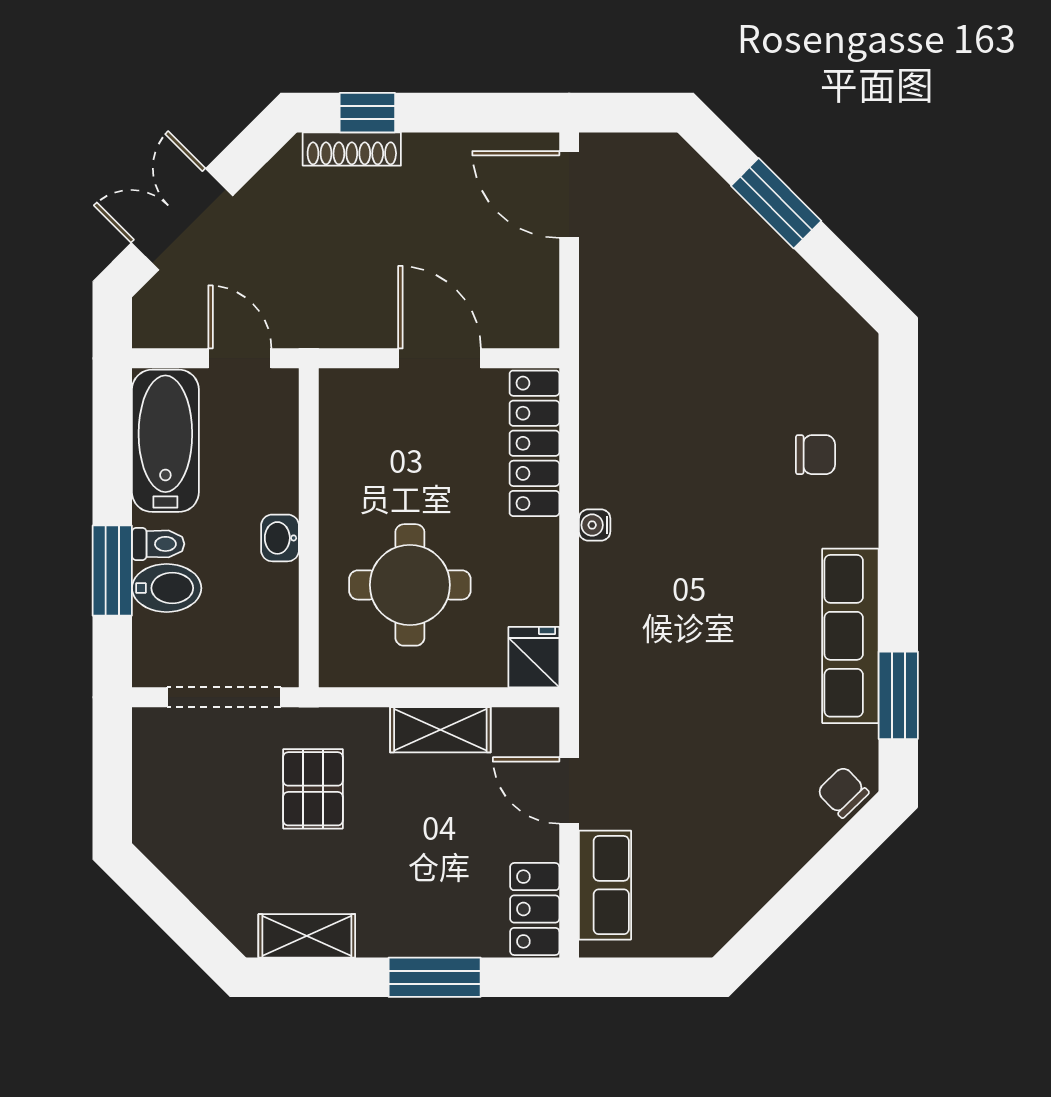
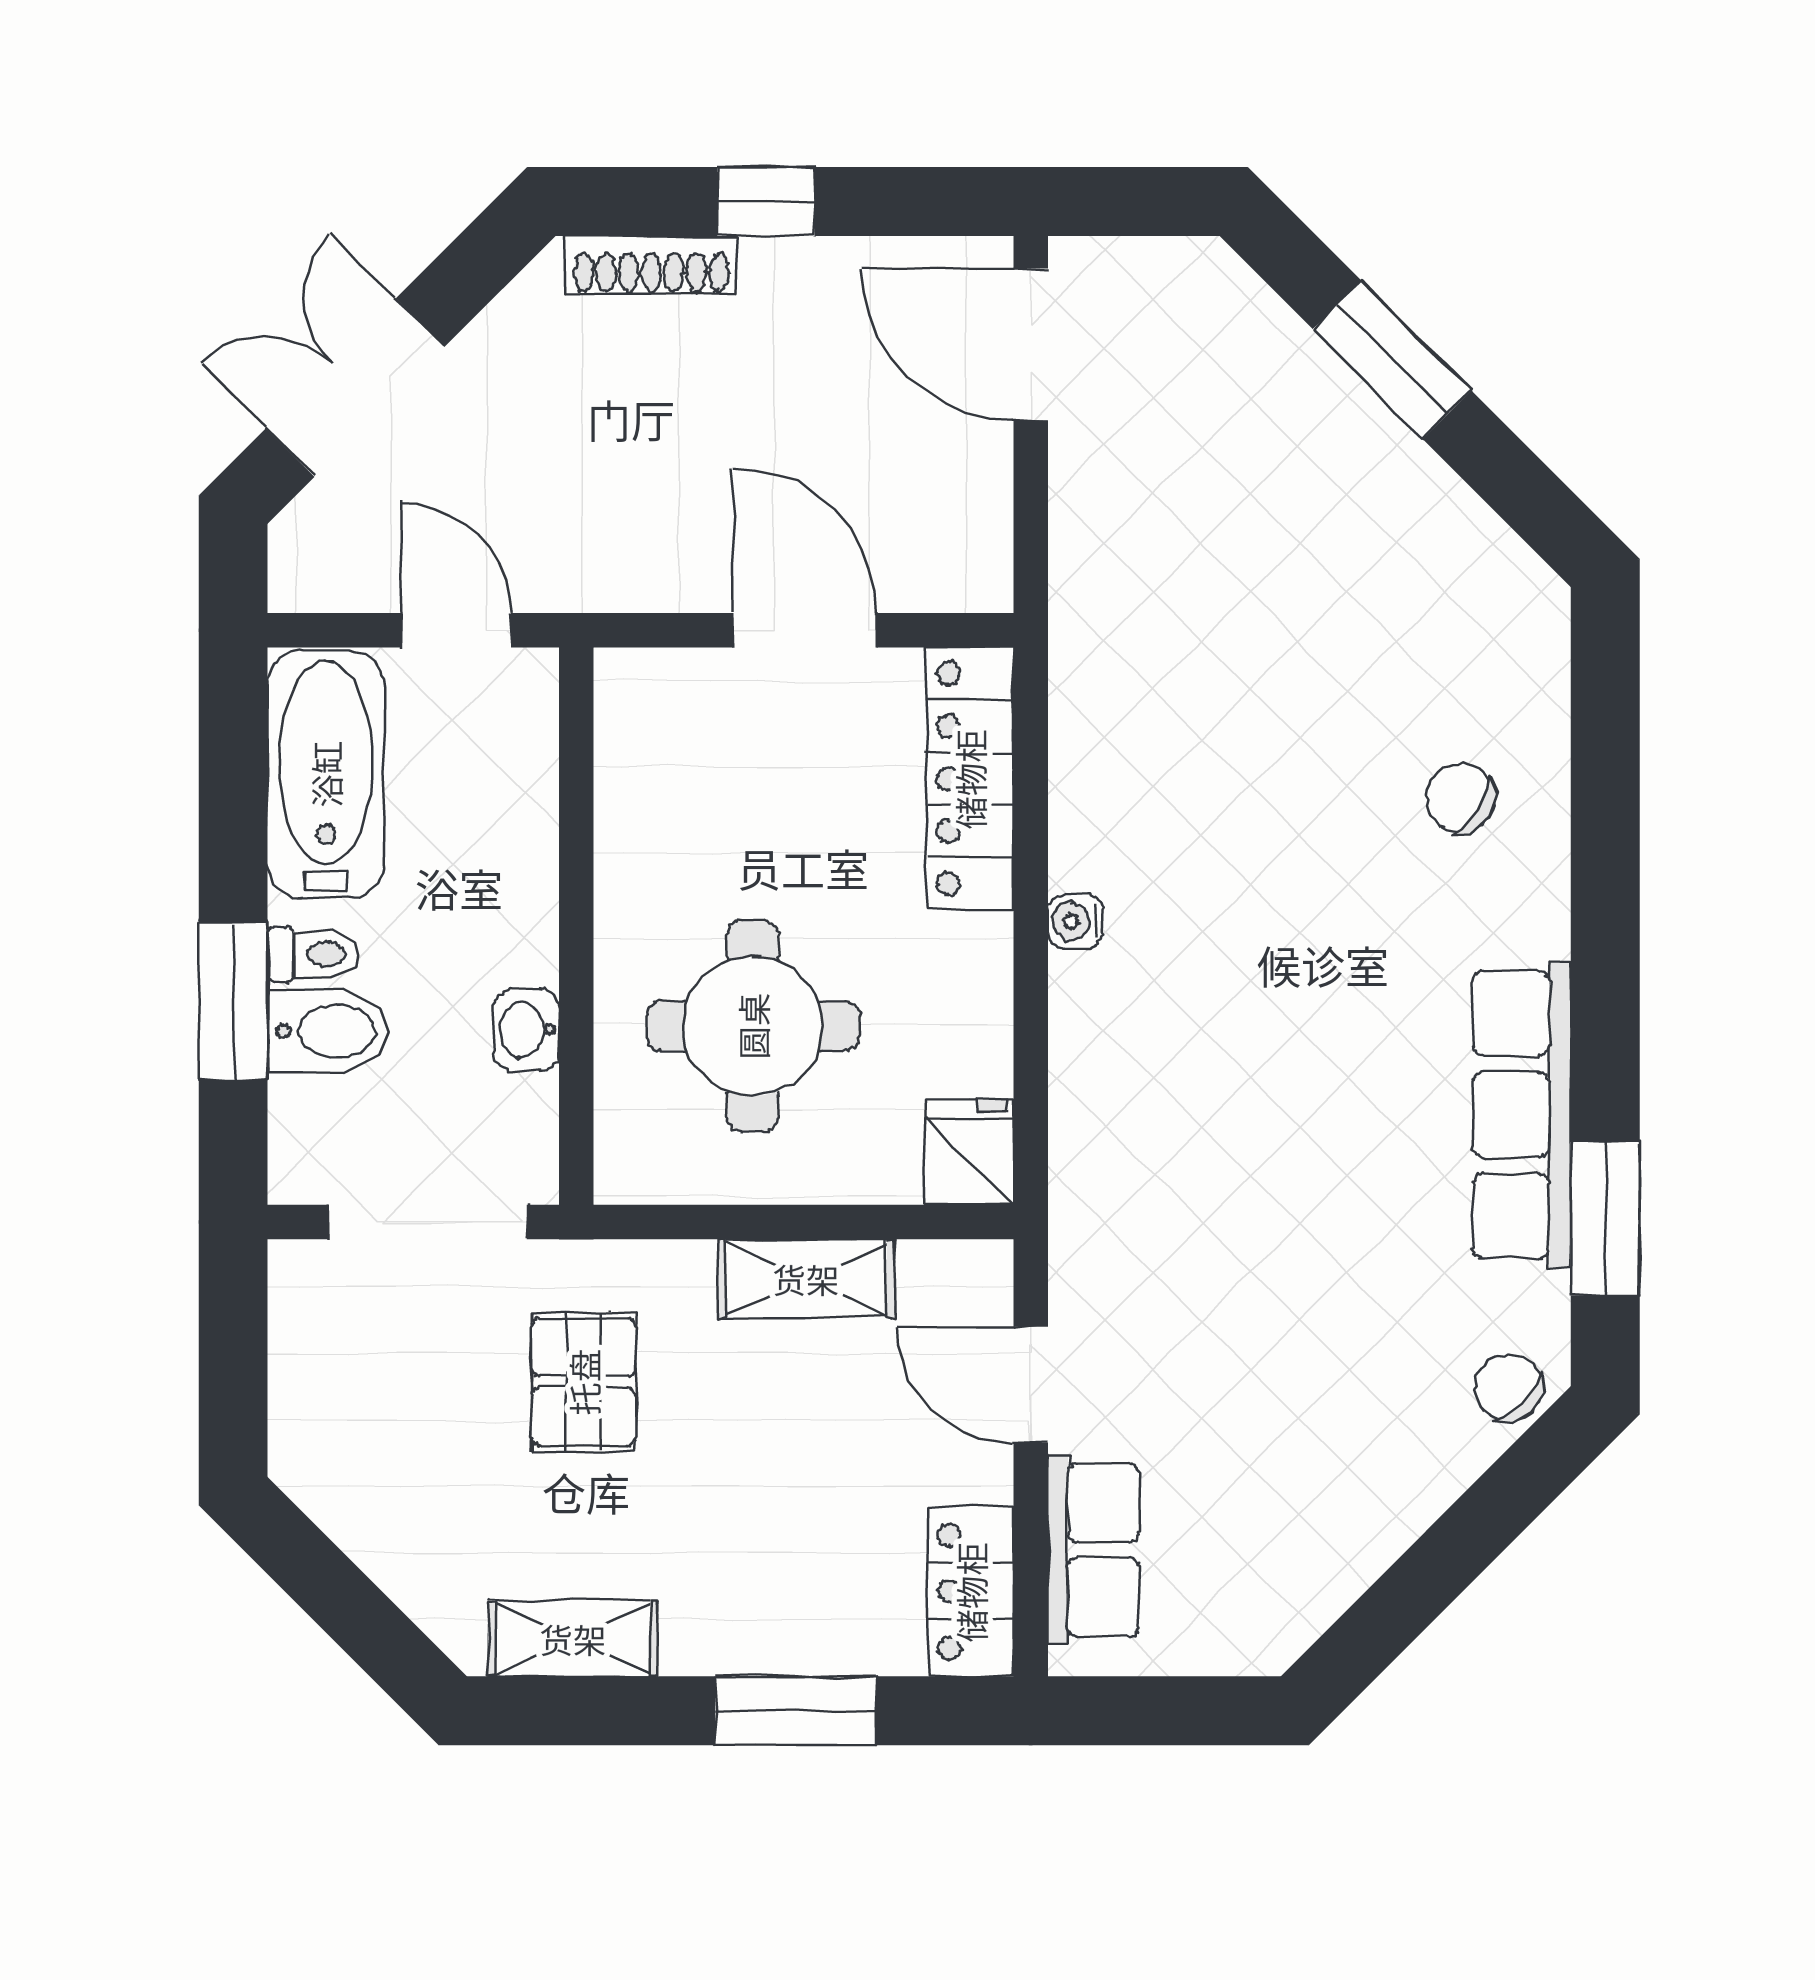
window: (367, 113) -> (766, 201), moved
chair: (815, 455) -> (1461, 798), turned -148
washbasin: (280, 538) -> (526, 1030), moved

